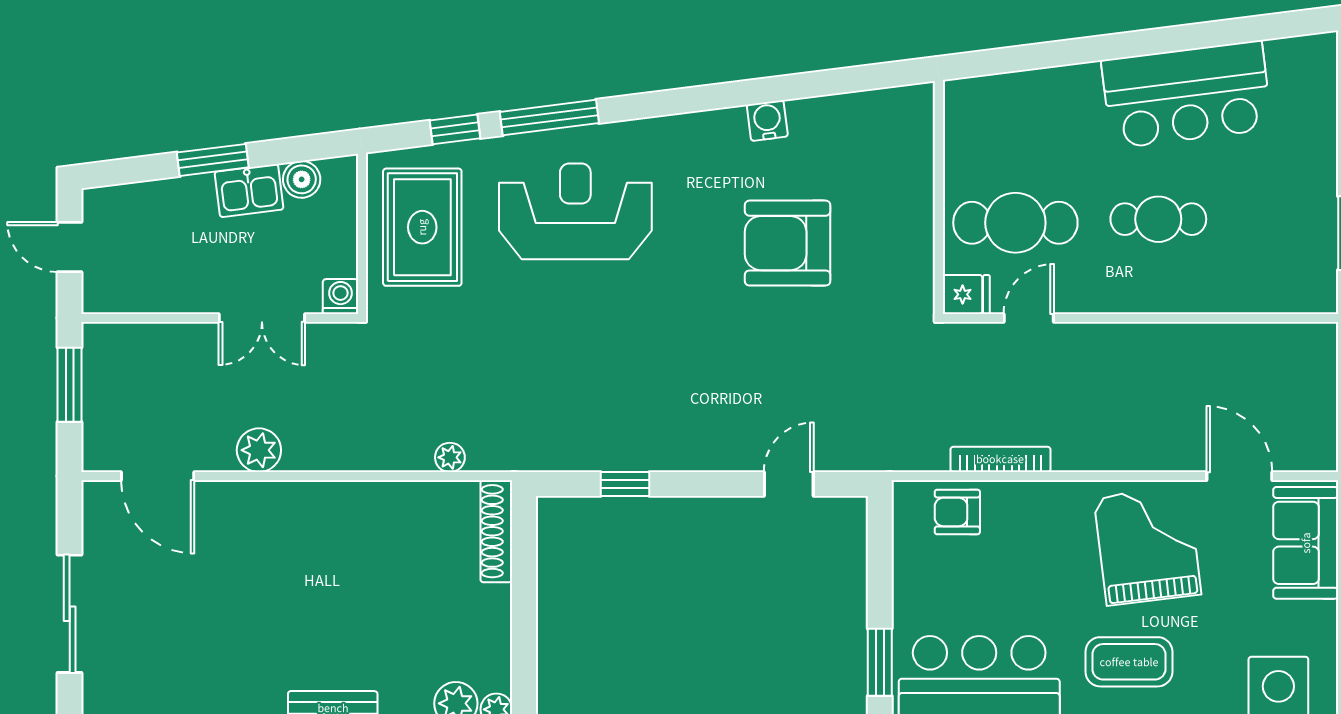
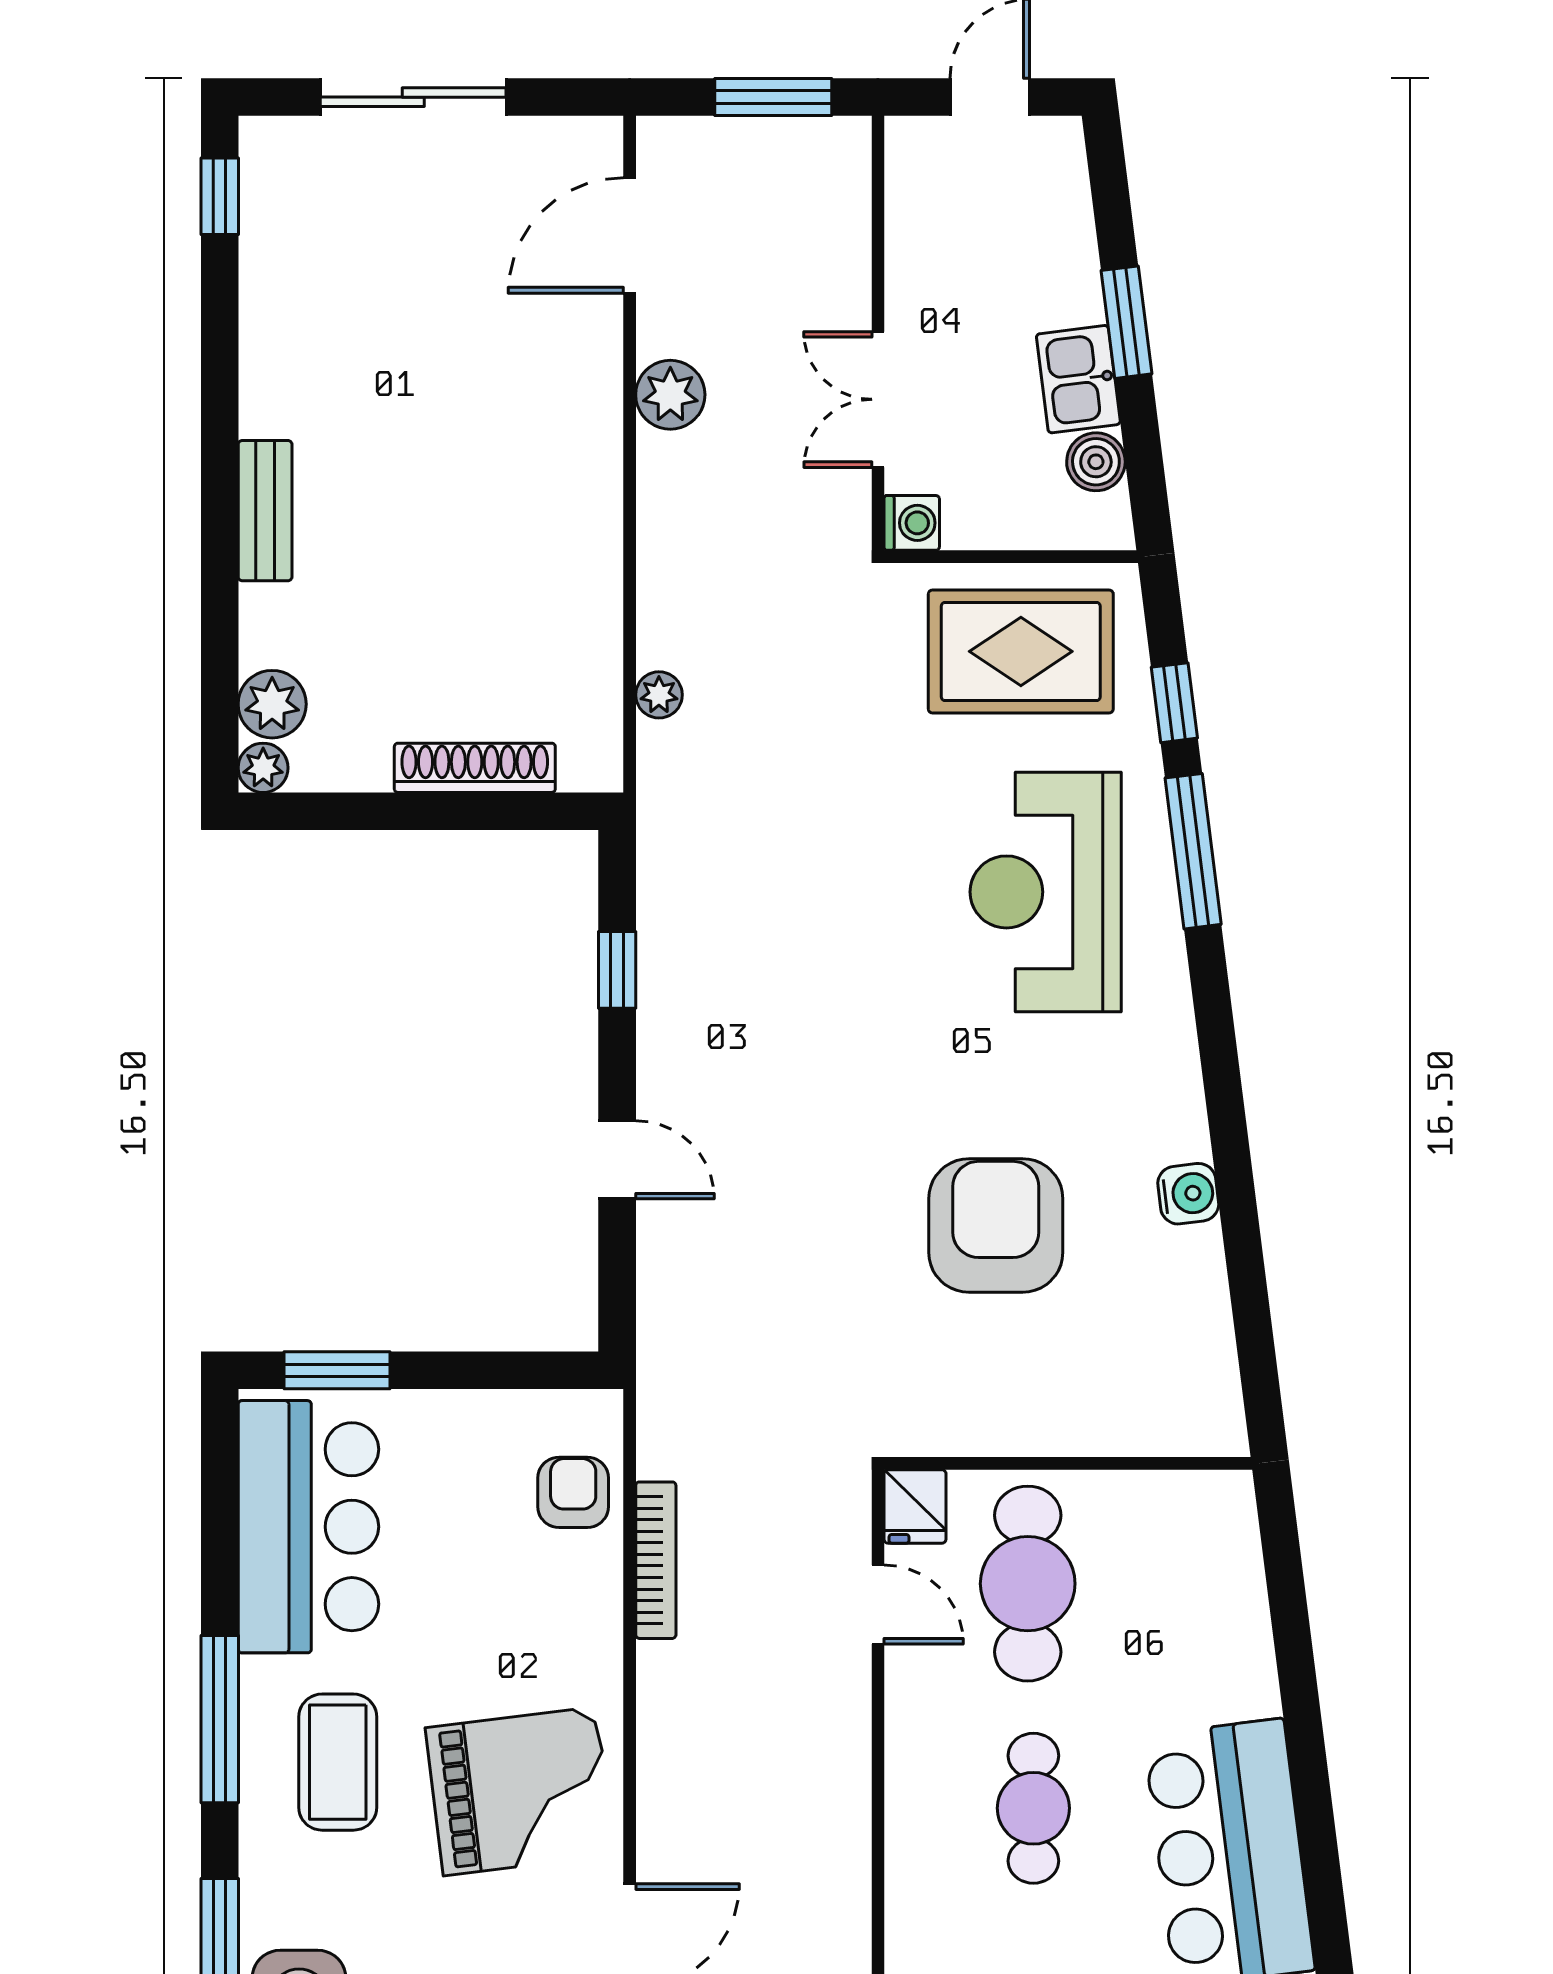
reception desk: (575, 211) -> (1046, 892), turned 180
door: (789, 484) -> (617, 1160), moved
shoe rack: (496, 531) -> (475, 768), moved

